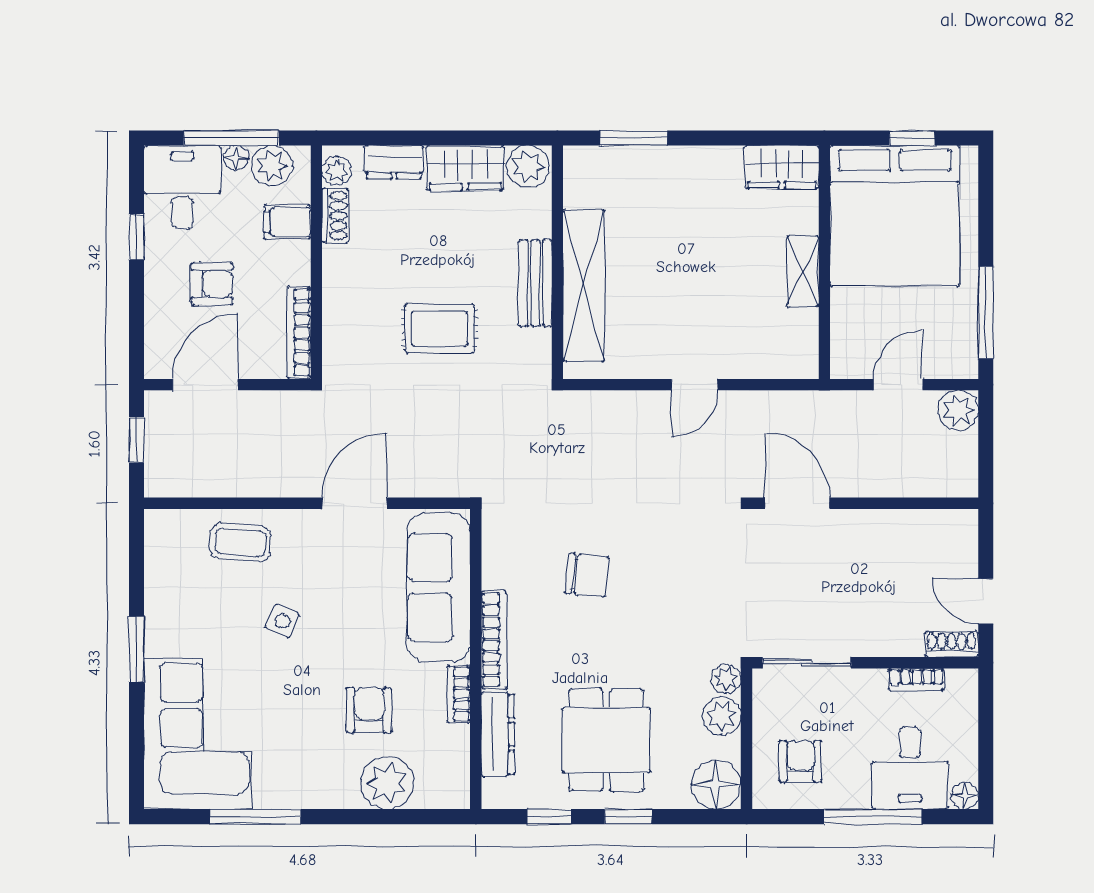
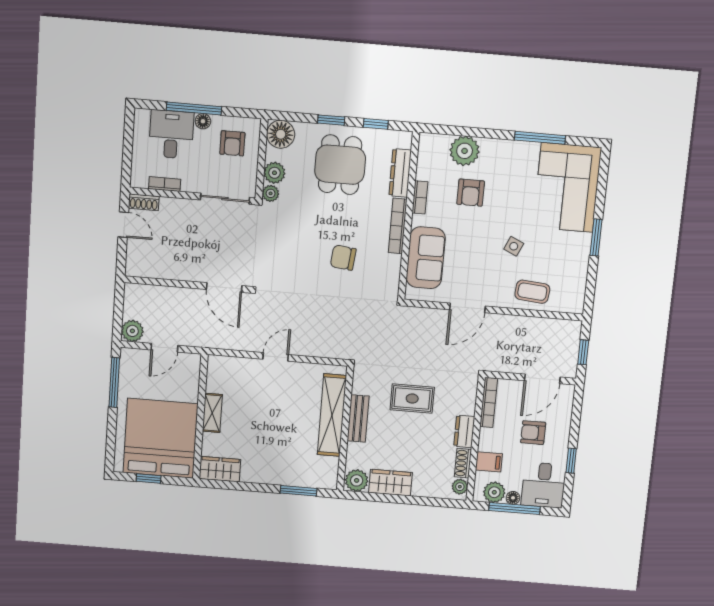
dresser: (394, 162) -> (464, 431), moved, turned -90
sofa: (438, 587) -> (426, 258), width x0.73
floor lamp: (965, 796) -> (203, 121), moved

